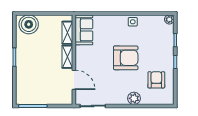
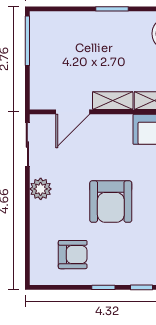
plant: (134, 98) -> (41, 189), moved

